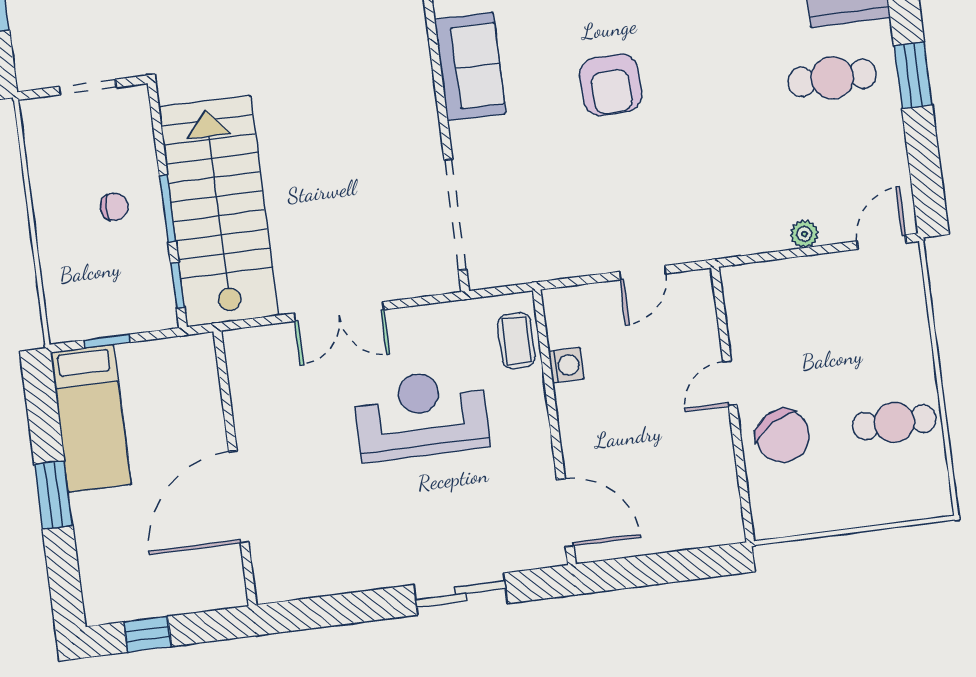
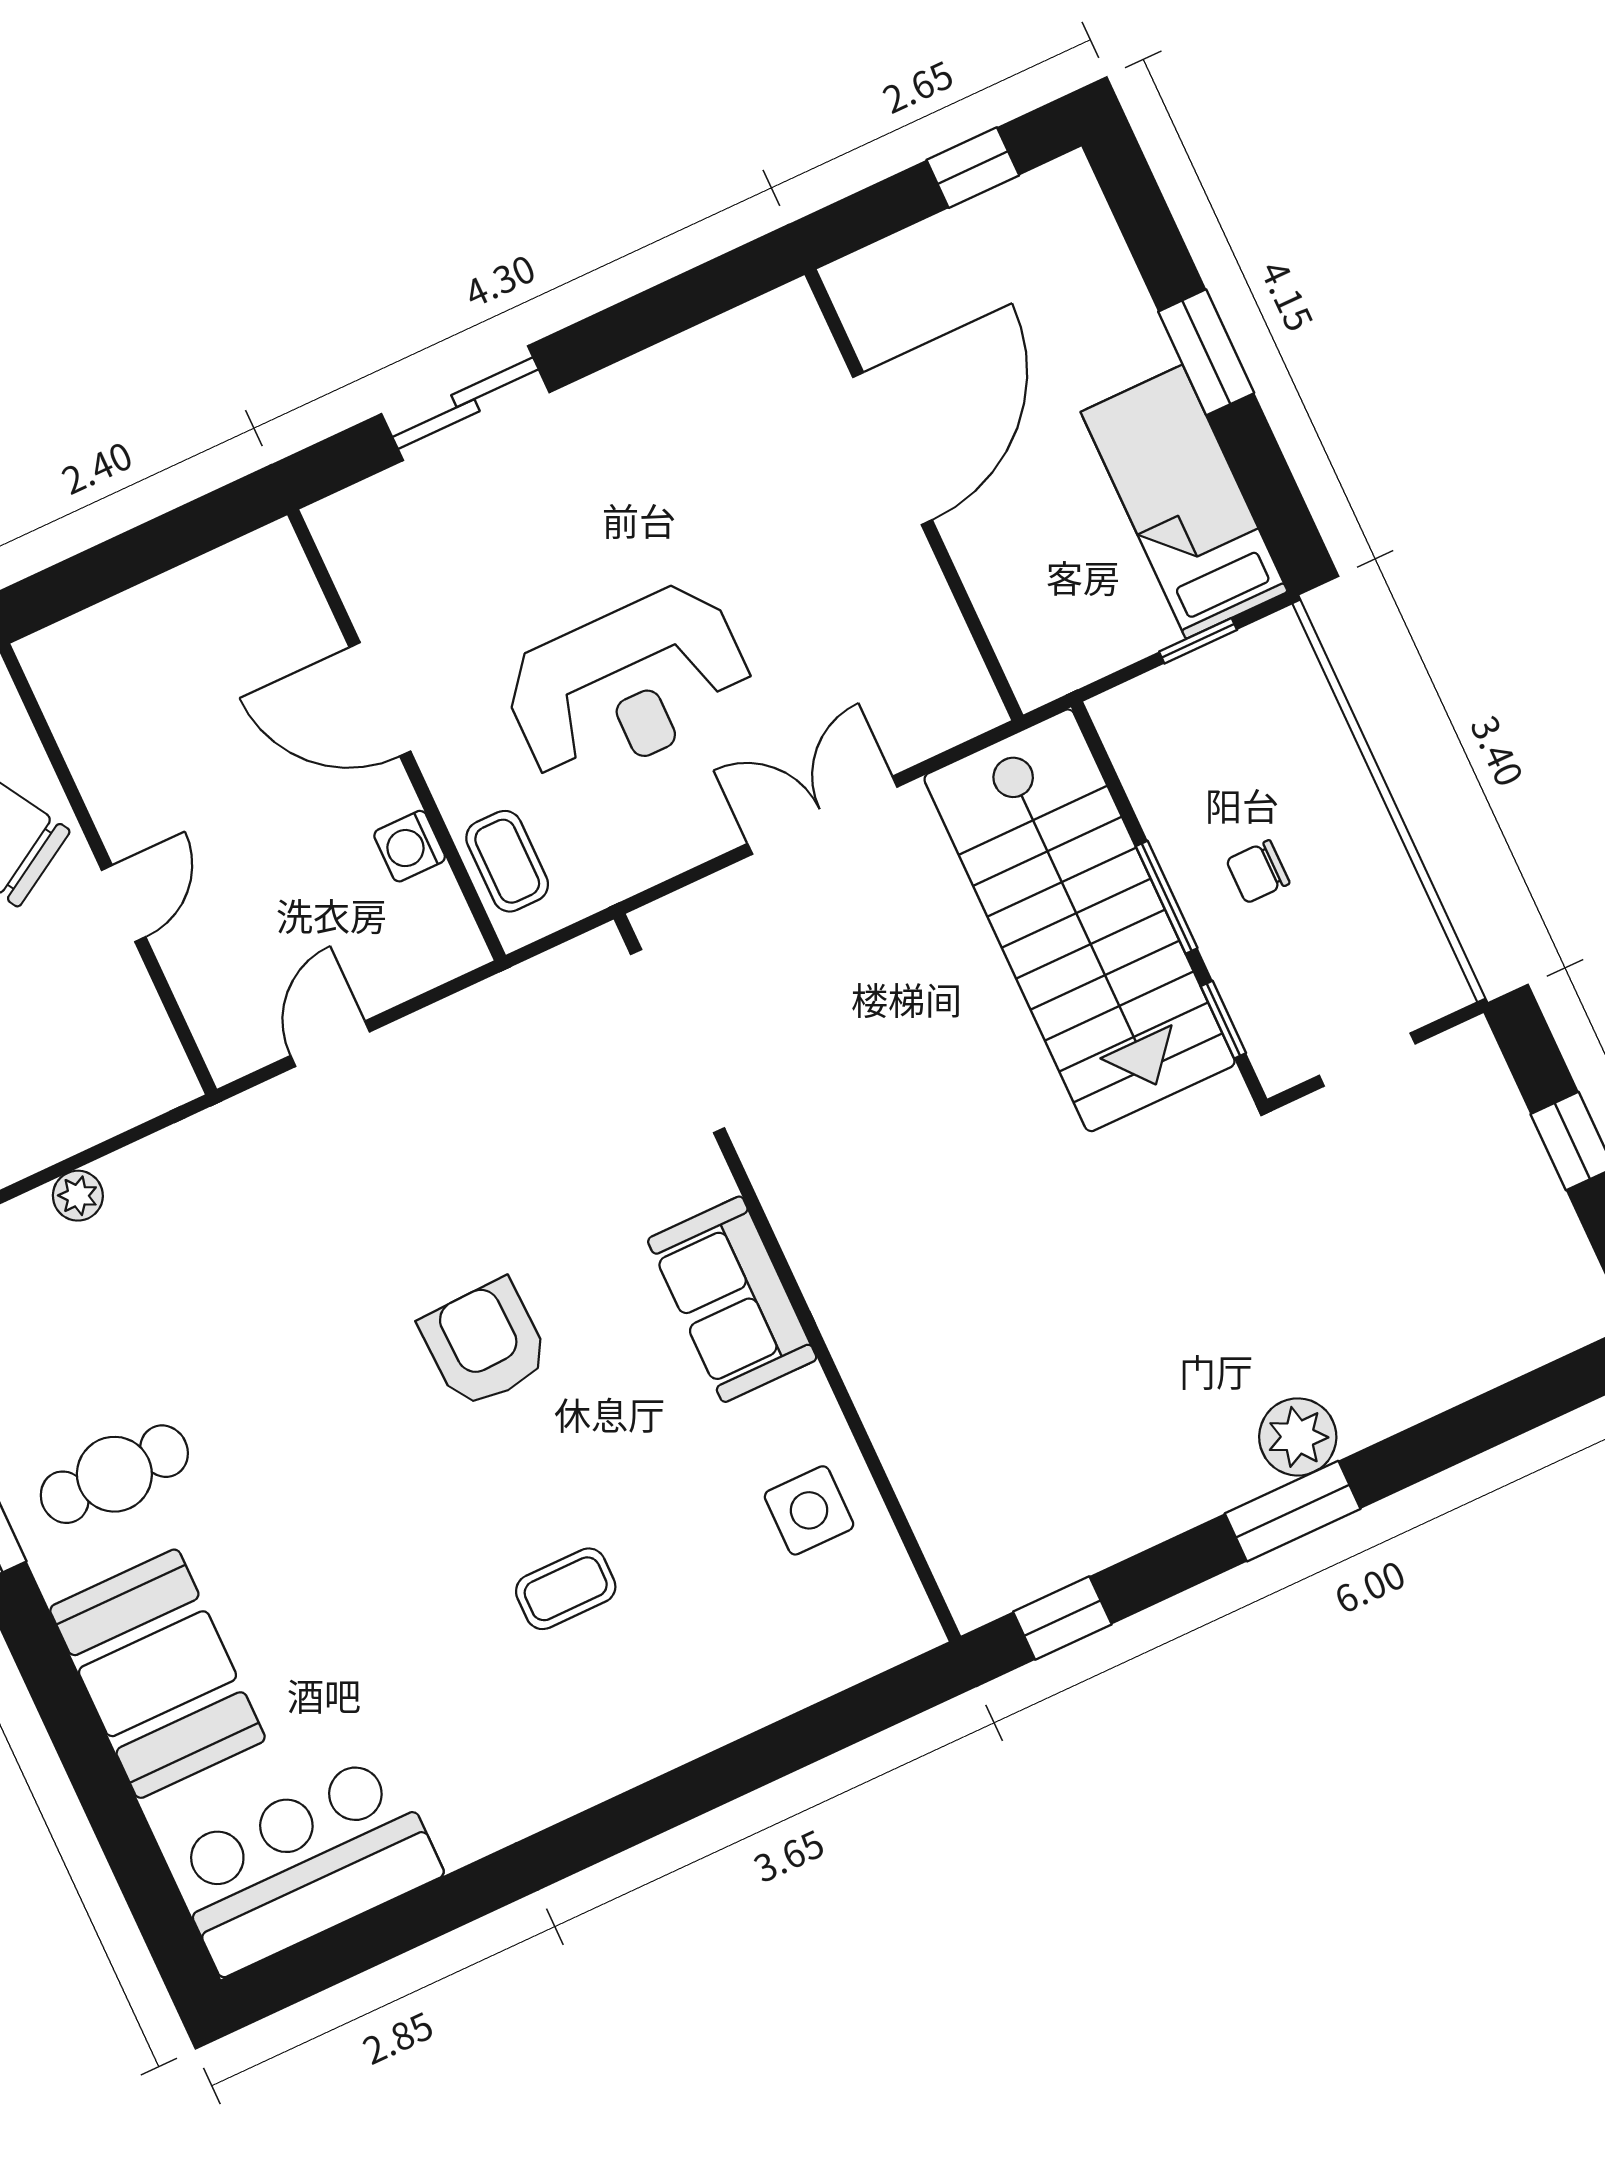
window: (178, 285) -> (1223, 1020), moved
door: (565, 513) -> (380, 699), moved

